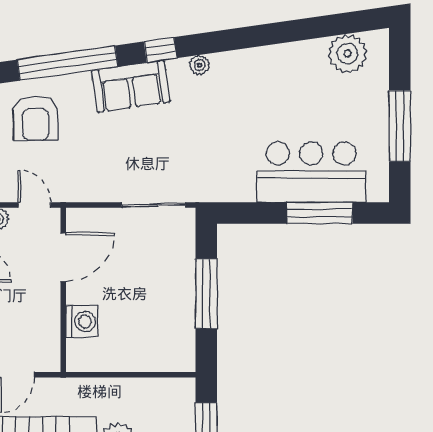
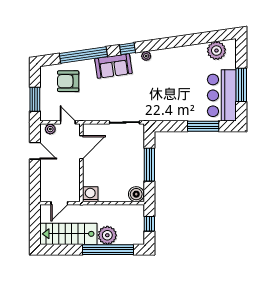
armchair: (35, 118) -> (68, 81), turned 90
bar counter: (311, 172) -> (222, 95), moved, turned -90
washing machine: (82, 321) -> (90, 194), moved, turned -90
boiler: (179, 356) -> (136, 194), added

